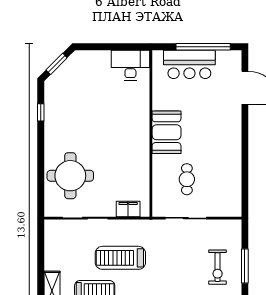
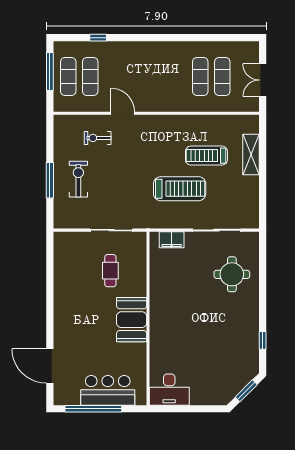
round table: (70, 176) -> (232, 274), width x0.73, depth x0.73

